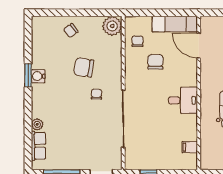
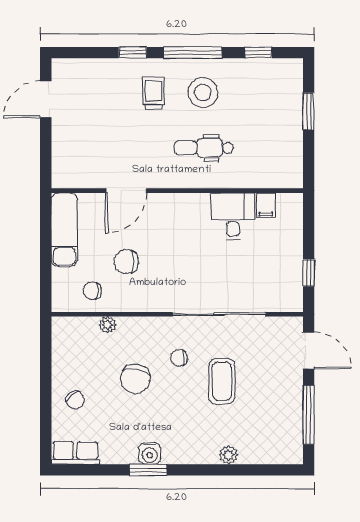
plant: (112, 26) -> (107, 325), moved, width x0.53, depth x0.53
door: (199, 46) -> (126, 191), moved
desk: (183, 100) -> (233, 216), moved
coffee table: (82, 120) -> (222, 381), added
row of seats: (38, 146) -> (75, 453), moved

